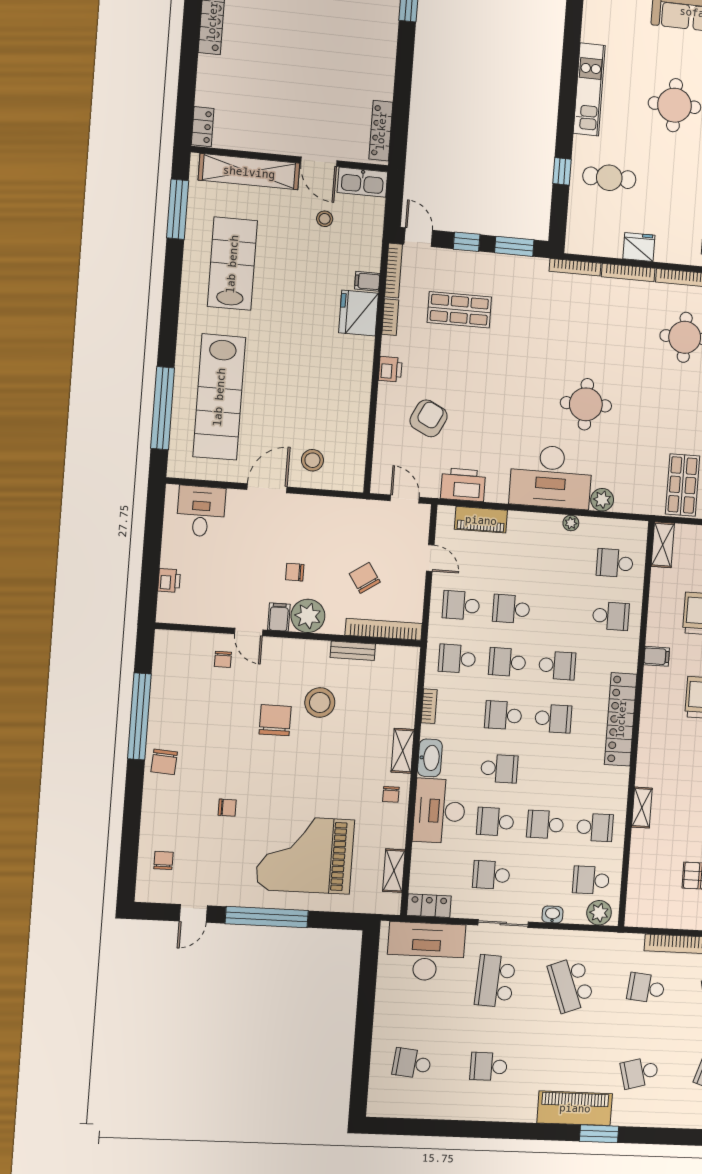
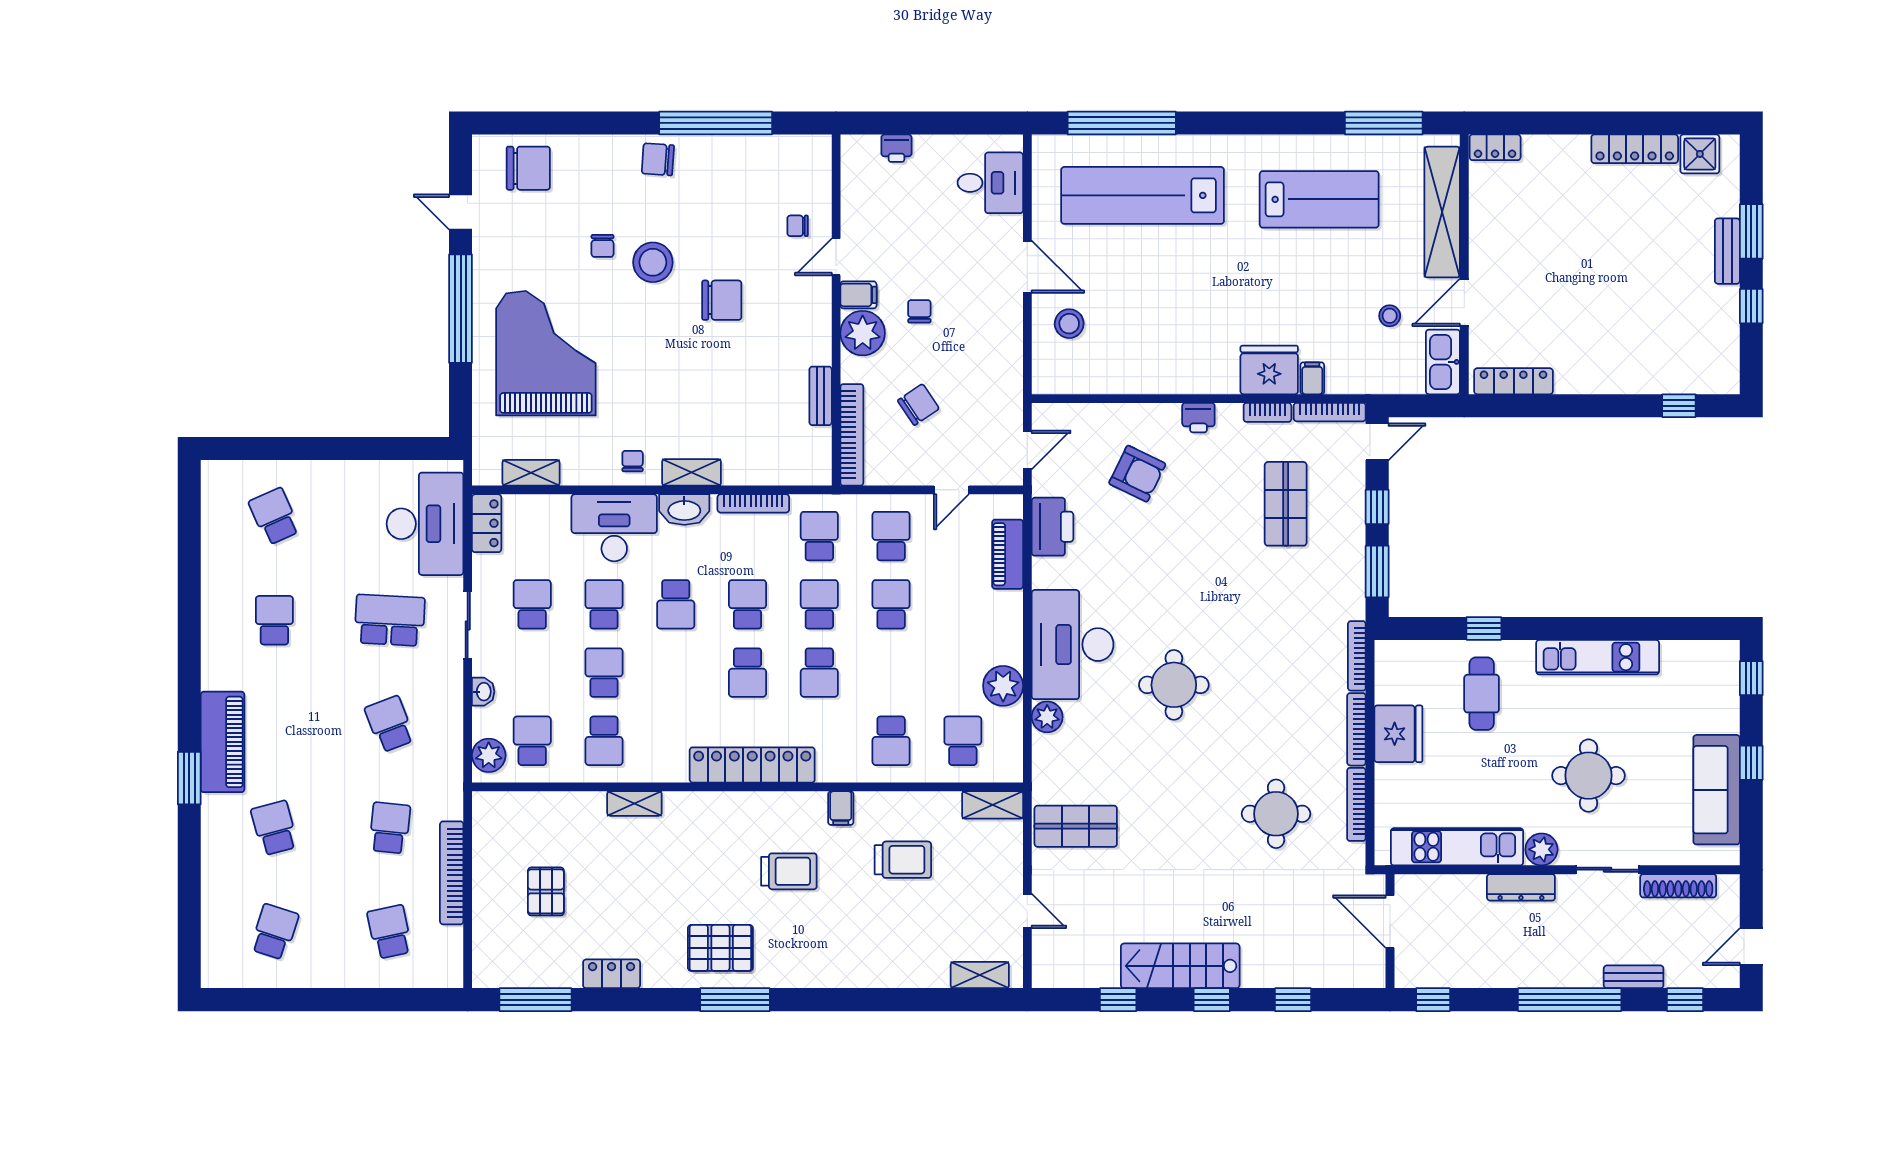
fridge: (639, 247) -> (1398, 734), width x1.36, depth x1.34
plant: (571, 523) -> (1003, 686), width x1.88, depth x1.88
stool: (320, 702) -> (653, 262), moved
bookcase: (429, 706) -> (753, 503), width x1.56
chair: (391, 794) -> (633, 461), turned 90
chair: (163, 860) -> (528, 168), width x1.87, depth x1.87
school desk: (571, 985) -> (390, 724), width x0.54
school desk: (412, 1063) -> (274, 516), turned -30

